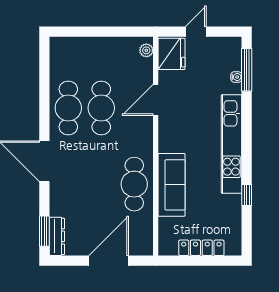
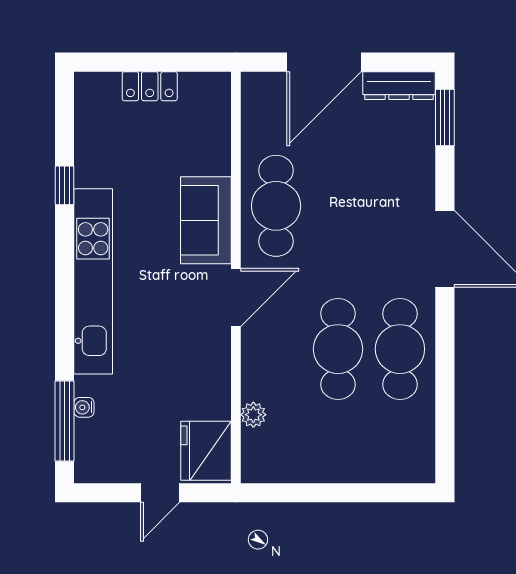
plant: (146, 50) -> (253, 415), moved
door: (156, 100) -> (236, 297), moved
sofa: (171, 185) -> (206, 220), width x0.73
dresser: (57, 236) -> (399, 86), moved, turned -90
locker: (201, 248) -> (150, 86), width x0.66

